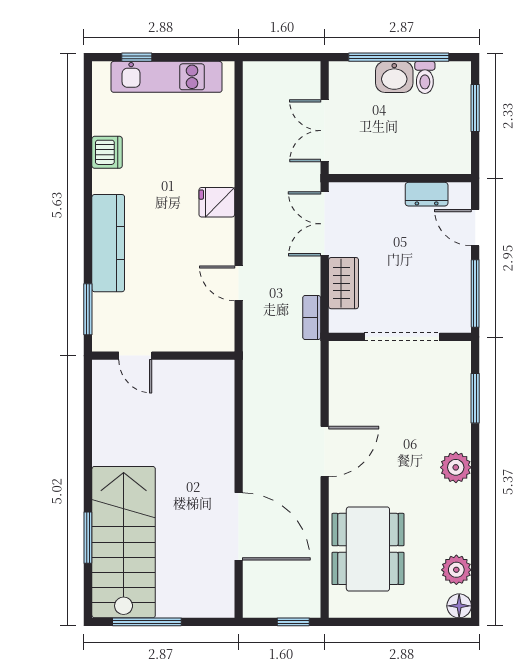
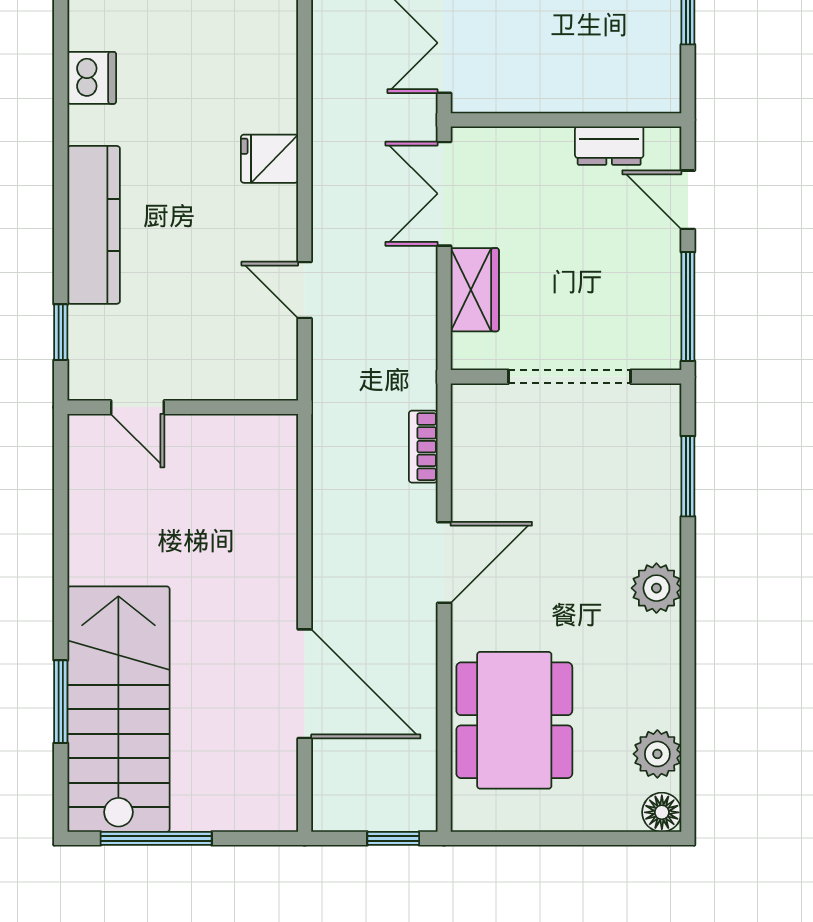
window: (88, 309) -> (61, 332), width x0.67
bookcase: (312, 317) -> (423, 447), moved

